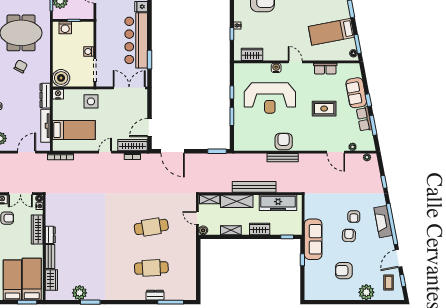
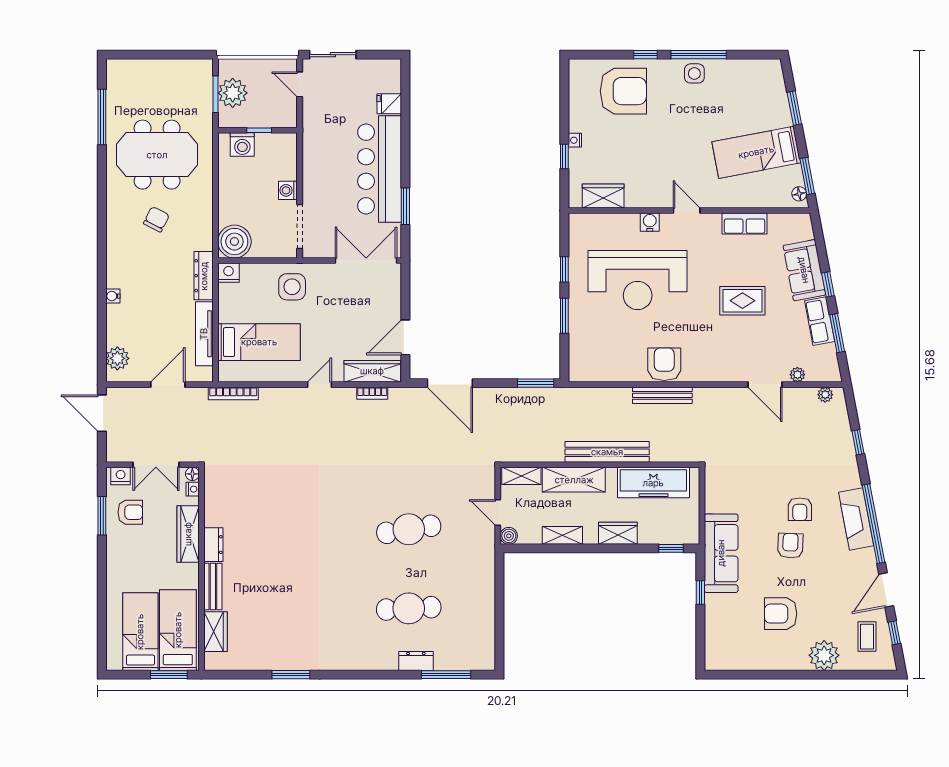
plant: (80, 293) -> (270, 656), removed

